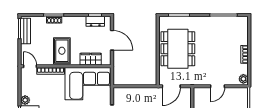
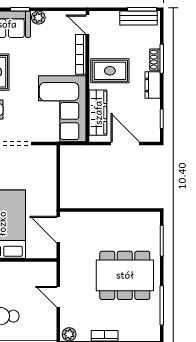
dresser: (95, 21) -> (153, 85), moved
door: (112, 40) -> (125, 144), swing flipped
dining table: (178, 49) -> (125, 275), moved
wardrobe: (91, 59) -> (98, 113), width x1.50
door: (30, 66) -> (87, 25), swing flipped

